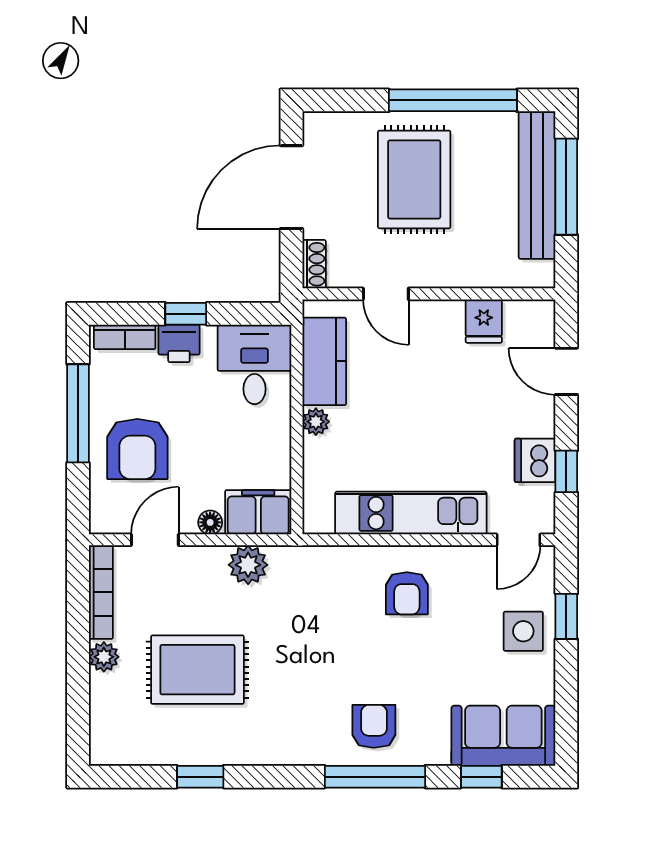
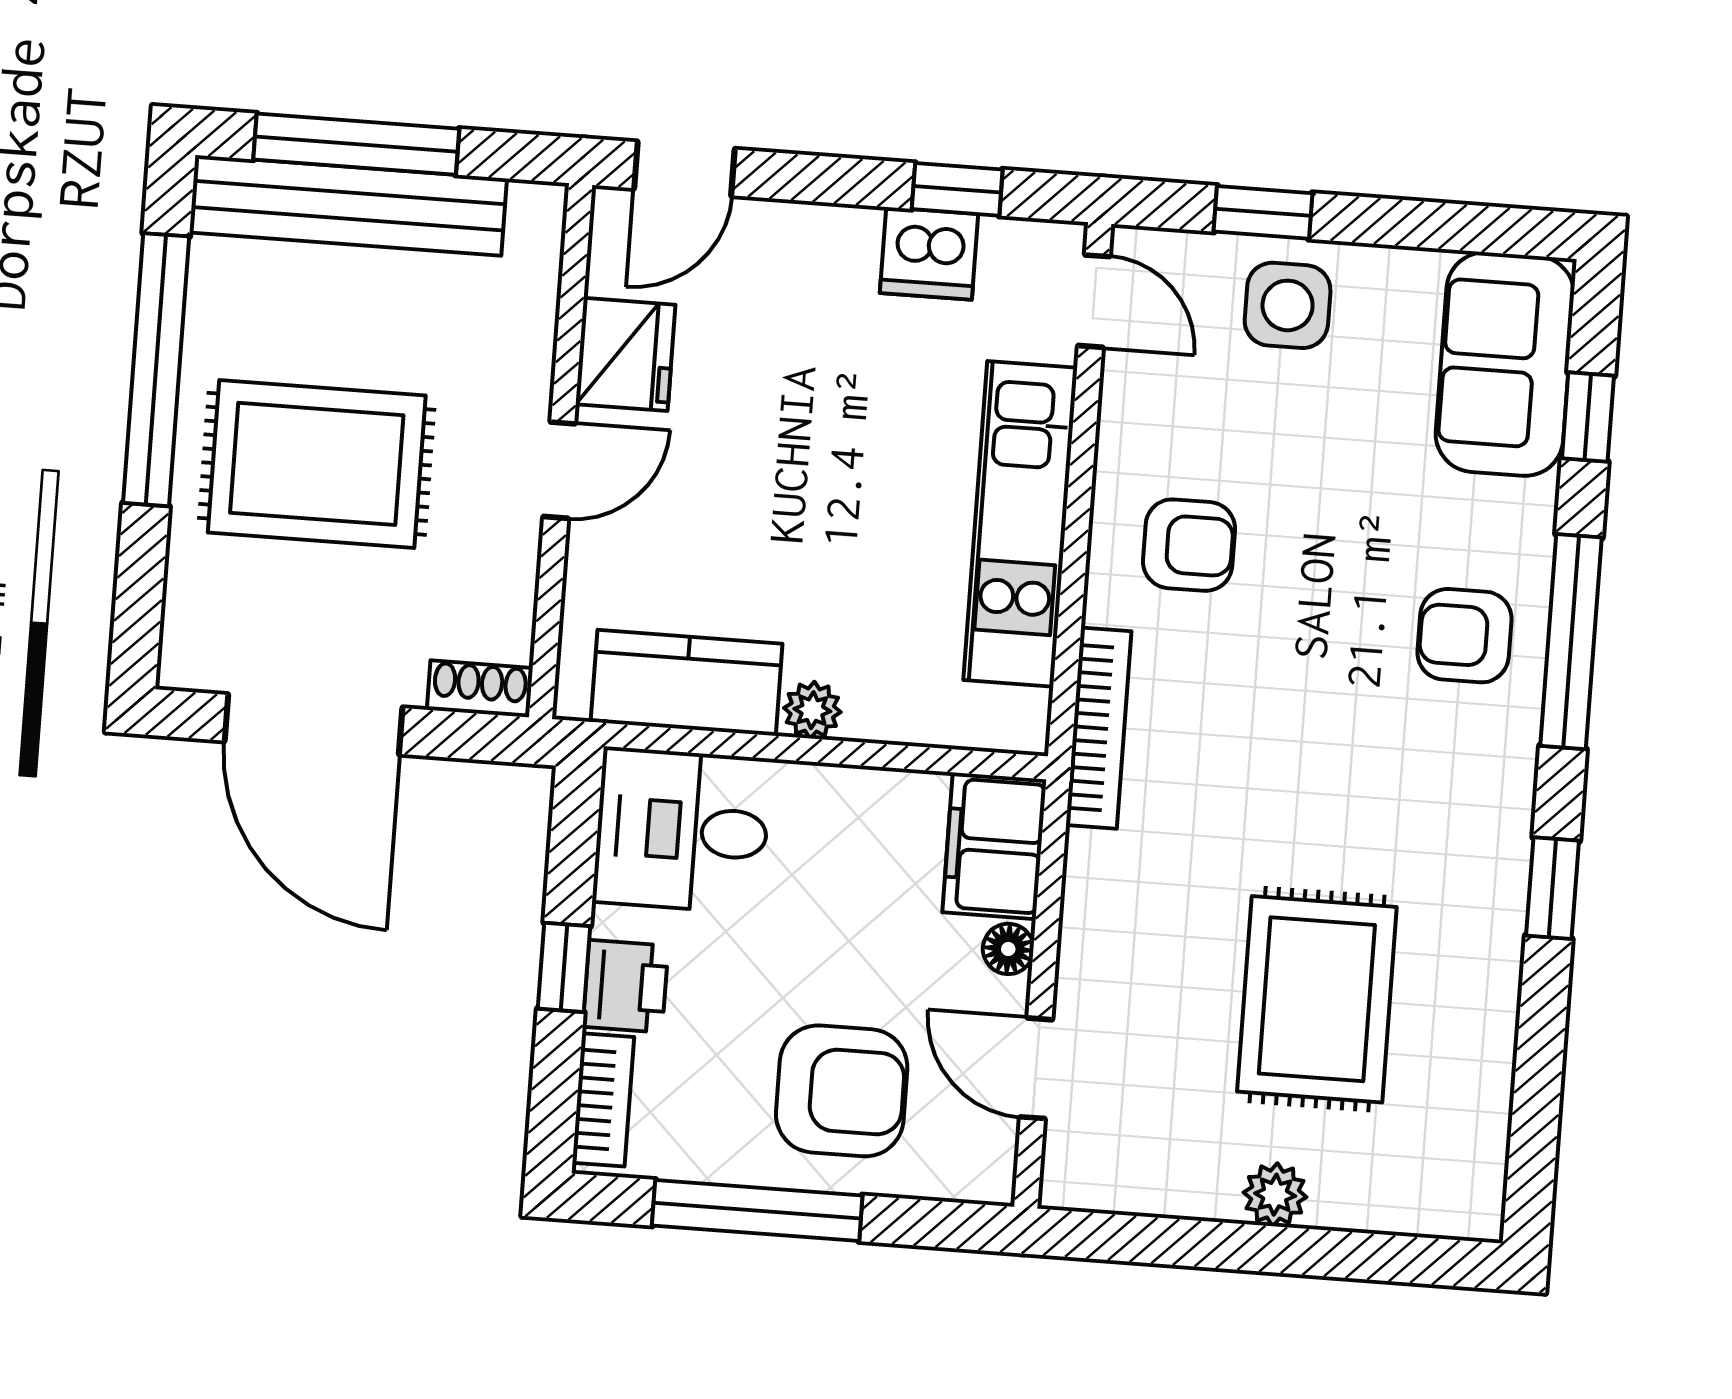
door: (386, 294) -> (559, 470), moved
fridge: (484, 321) -> (626, 354), width x1.38
door: (566, 371) -> (684, 169), moved
plant: (248, 565) -> (1104, 876), removed
bookcase: (101, 592) -> (1099, 728), moved, turned 90
window: (200, 777) -> (1552, 888), moved

